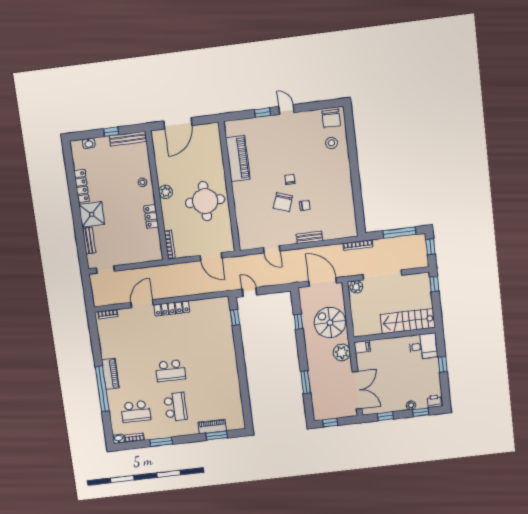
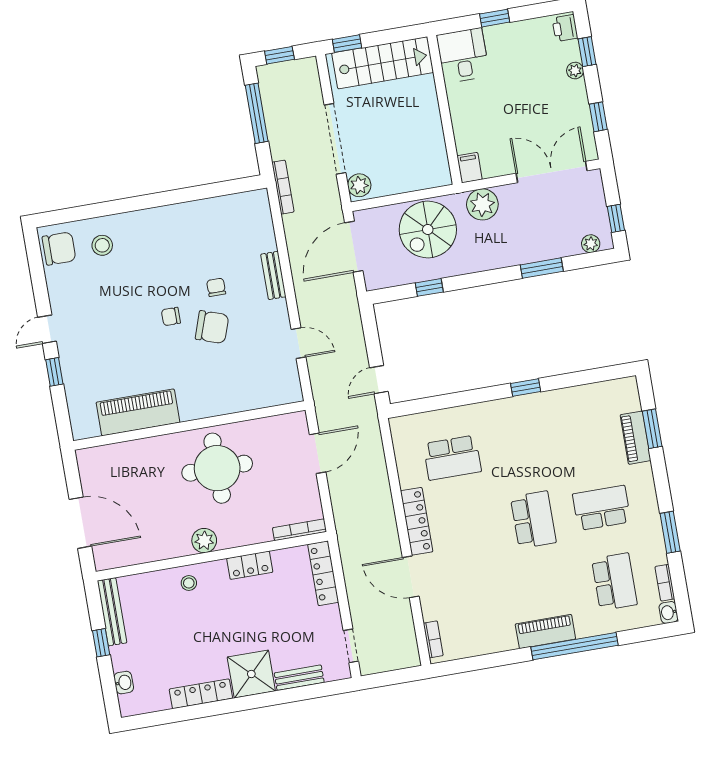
door: (272, 249) -> (299, 343), hinge flipped
locker: (145, 256) -> (323, 573), added
window: (235, 317) -> (526, 388), moved
stairs: (408, 321) -> (383, 63), moved, turned -90
school desk: (205, 329) -> (452, 458), added
plant: (317, 409) -> (591, 244), added

